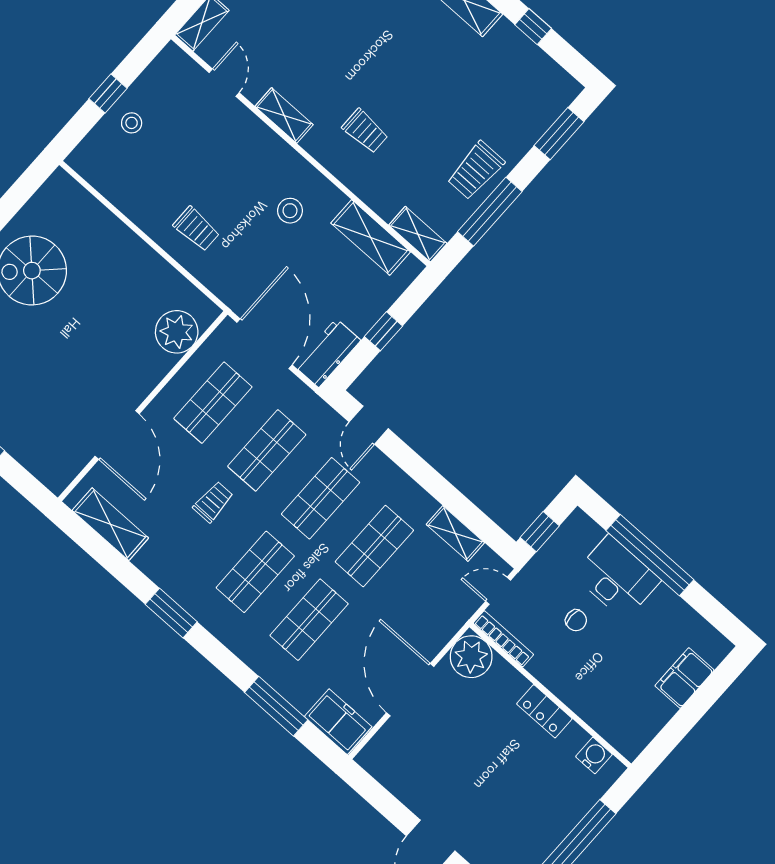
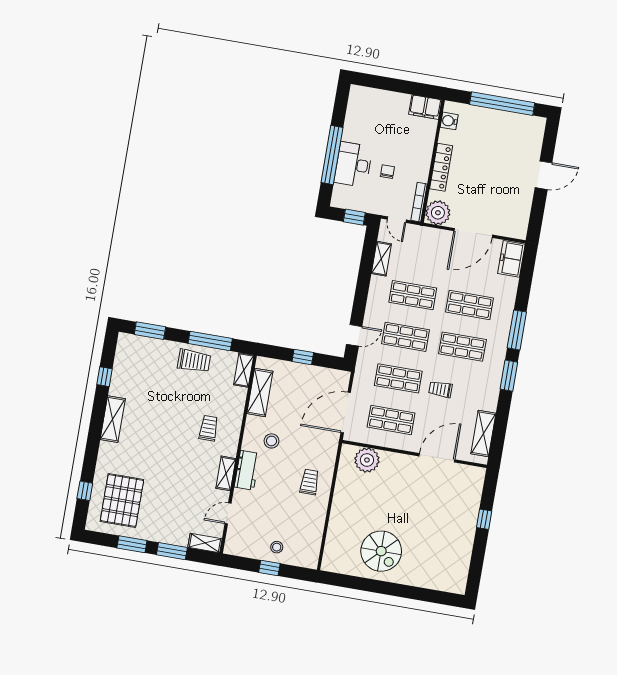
workbench: (327, 353) -> (247, 470), moved, turned -90
filing cabinet: (685, 678) -> (425, 107), moved
window: (276, 706) -> (517, 330), moved
locker: (544, 711) -> (441, 167), width x1.53

